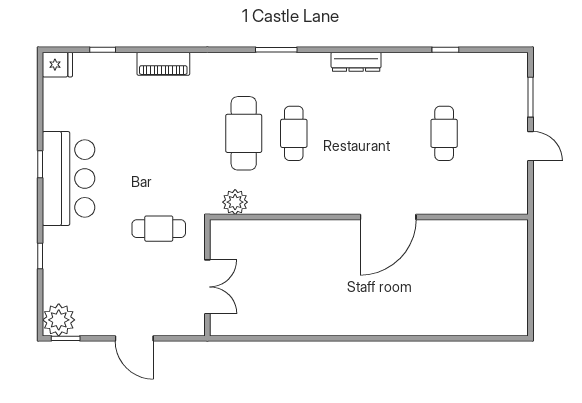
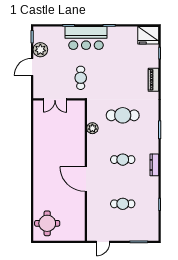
fridge: (57, 65) -> (148, 35), width x1.88, depth x1.34
cafe table: (294, 133) -> (123, 160), moved
door: (530, 146) -> (103, 242), moved
bar counter: (69, 178) -> (86, 38), moved
plant: (235, 202) -> (92, 128), moved
round table: (488, 304) -> (47, 223), added
plant: (59, 320) -> (40, 50), moved

